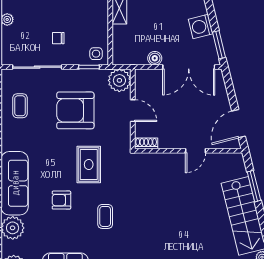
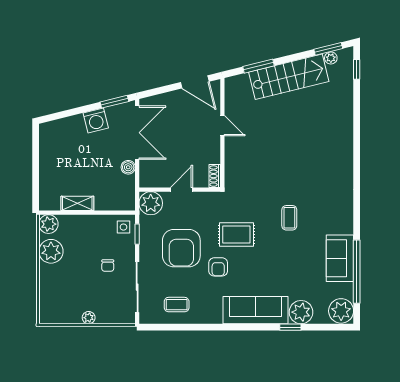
armchair: (61, 200) -> (218, 267), moved
coffee table: (105, 216) -> (289, 218), turned 90

